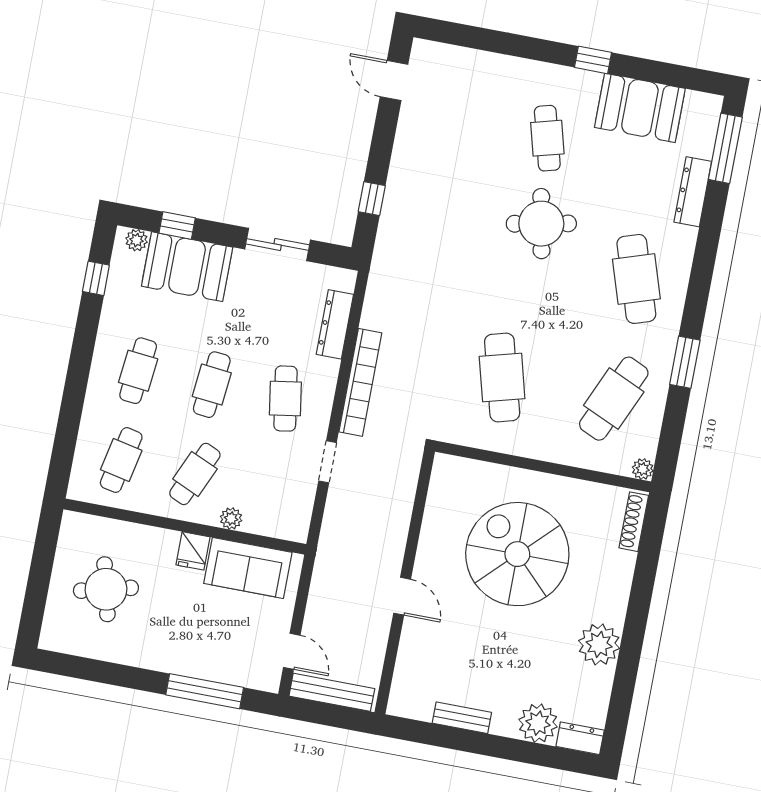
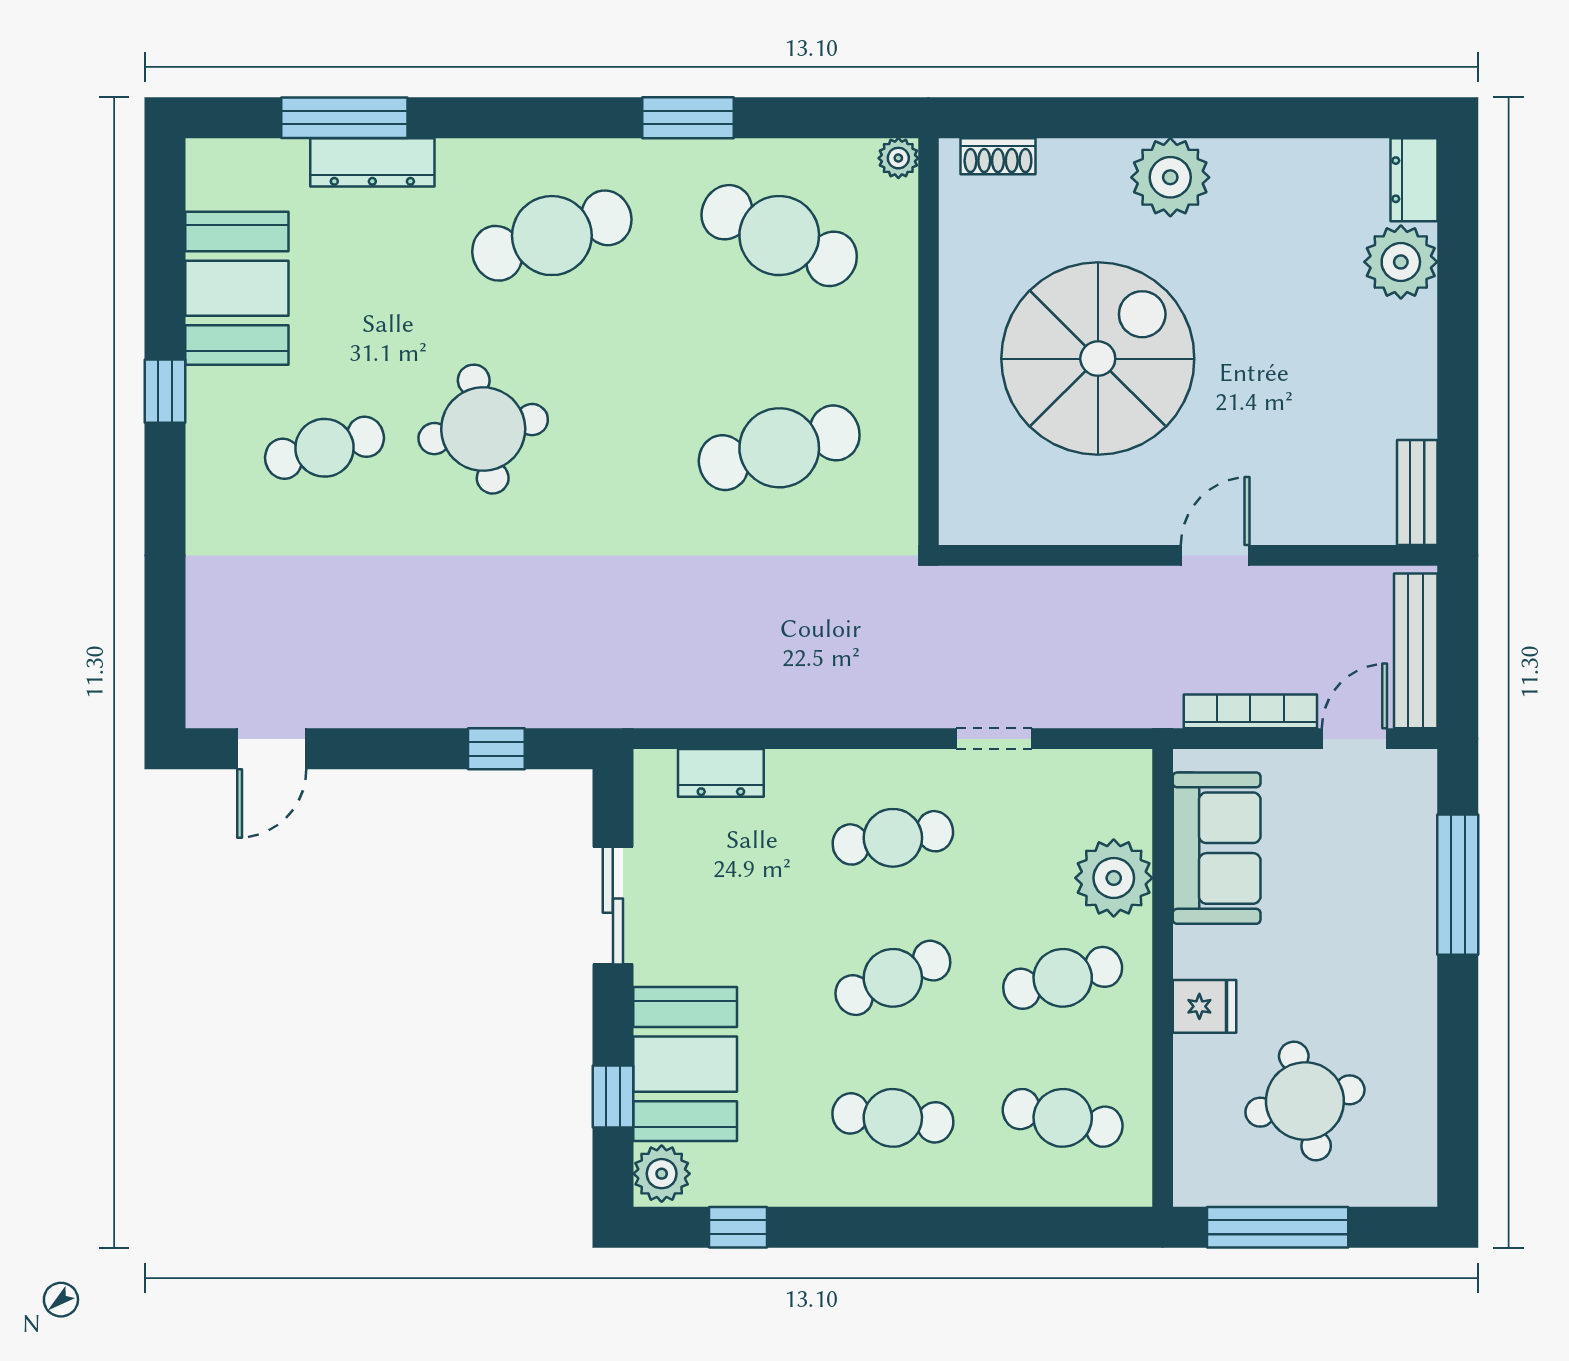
window: (725, 148) -> (344, 118), moved
plant: (137, 240) -> (662, 1174), width x1.38, depth x1.38
dresser: (335, 324) -> (721, 773), width x0.70
bookcase: (360, 382) -> (1250, 711), moved, width x0.68, depth x0.76
cafe table: (212, 385) -> (893, 978), turned -30
cafe table: (195, 474) -> (1063, 978), turned -39
plant: (231, 518) -> (1114, 878), width x1.87, depth x1.87
shoe rack: (634, 522) -> (998, 156), width x0.70
fridge: (193, 551) -> (1204, 1006), moved
spiral stairs: (517, 554) -> (1098, 359), turned 180
window: (42, 562) -> (1278, 1227), added
plant: (599, 644) -> (1170, 177), moved
bench: (462, 718) -> (1417, 493), moved

